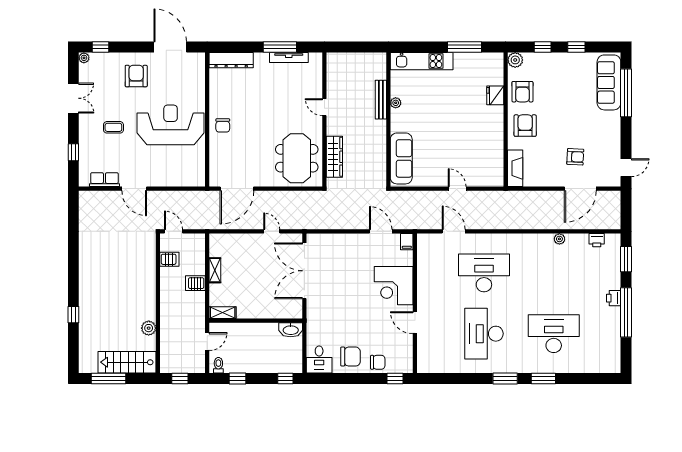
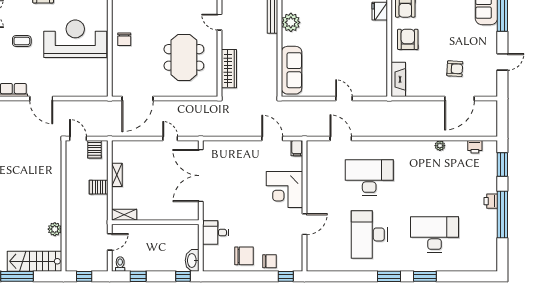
plant: (396, 103) -> (291, 22), width x1.87, depth x1.87
meeting table: (297, 158) -> (184, 57), moved
door: (626, 168) -> (502, 62), moved
server rack: (169, 259) -> (94, 149), moved, turned 90
door: (415, 323) -> (304, 224), swing flipped
washbasin: (291, 330) -> (192, 260), moved, turned 90
desk: (319, 360) -> (216, 233), moved, turned 90

